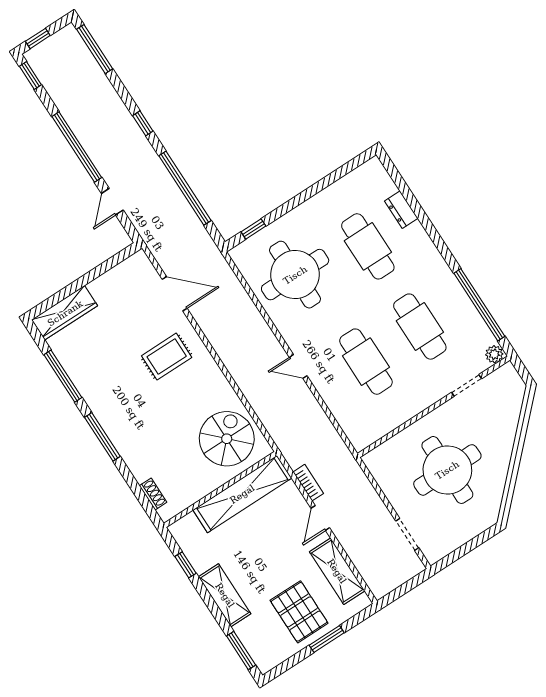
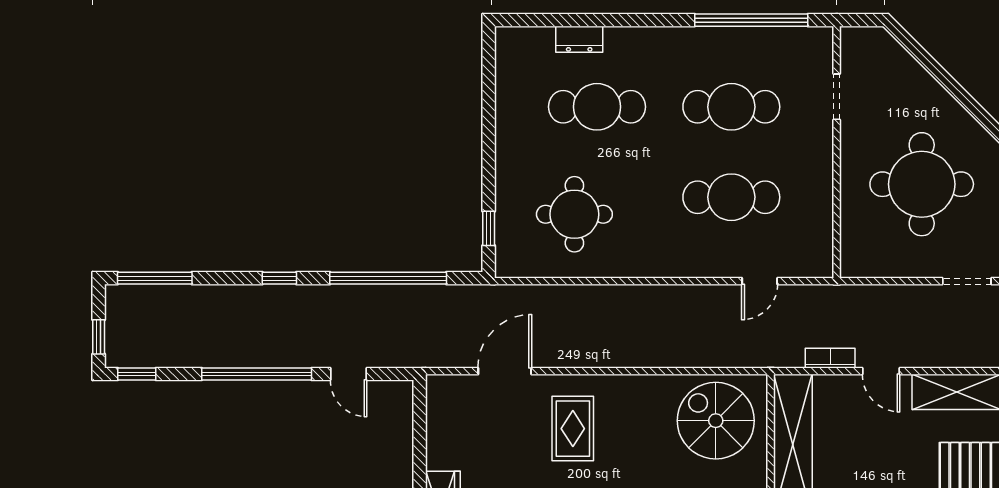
round table: (295, 275) -> (574, 214), width x0.73, depth x0.73
plant: (494, 354) -> (821, 40), removed
door: (298, 367) -> (760, 281), moved

